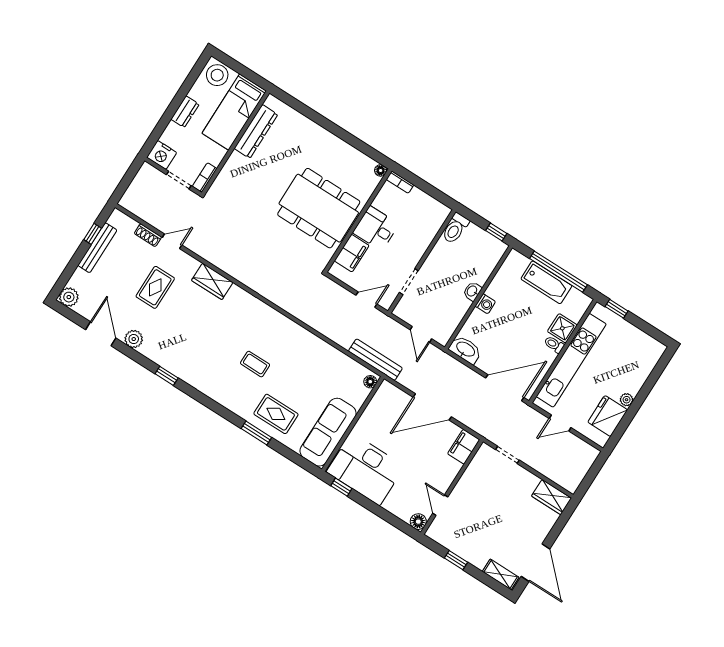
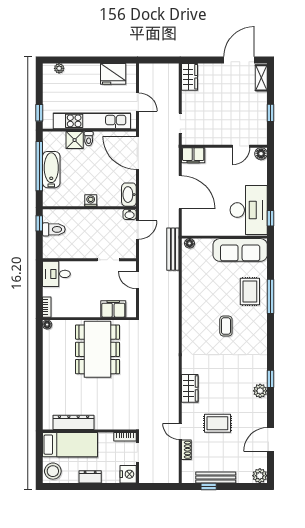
desk: (376, 228) -> (56, 274), moved, turned 90
toilet: (455, 228) -> (54, 229), moved
washbasin: (472, 291) -> (130, 214), moved
plant: (134, 339) -> (260, 391), moved
plant: (627, 400) -> (59, 68), moved
window: (256, 433) -> (271, 296), width x1.44

